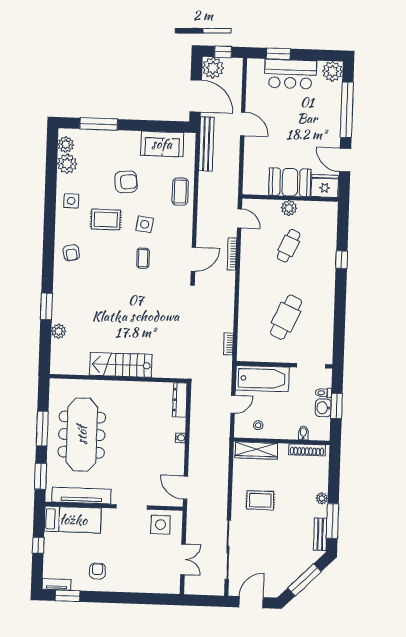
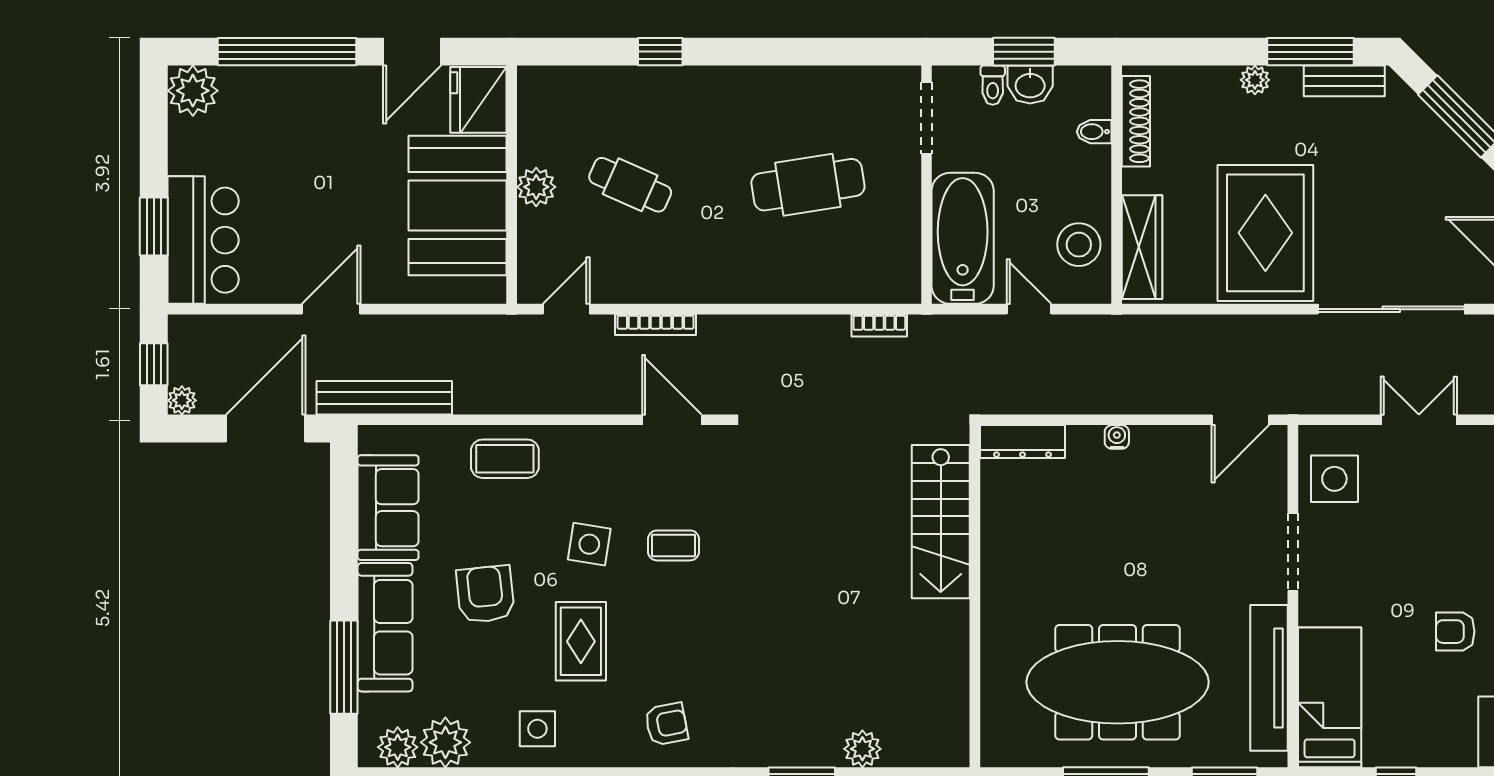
plant: (213, 68) -> (182, 400), width x0.53, depth x0.53
bar counter: (290, 74) -> (203, 240), moved
sofa: (114, 141) -> (385, 627), added
booth: (290, 182) -> (457, 206), width x1.36, depth x1.42
cafe table: (286, 317) -> (808, 185), turned -33
stairs: (121, 365) -> (941, 522), moved
stool: (258, 425) -> (1079, 245), width x1.89, depth x1.89
rug: (260, 500) -> (1265, 233), width x1.86, depth x2.06

